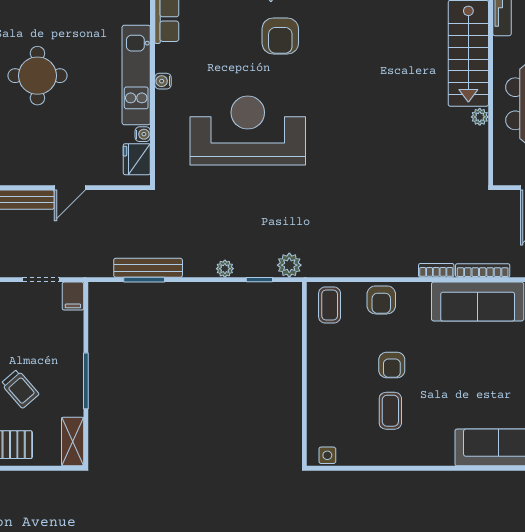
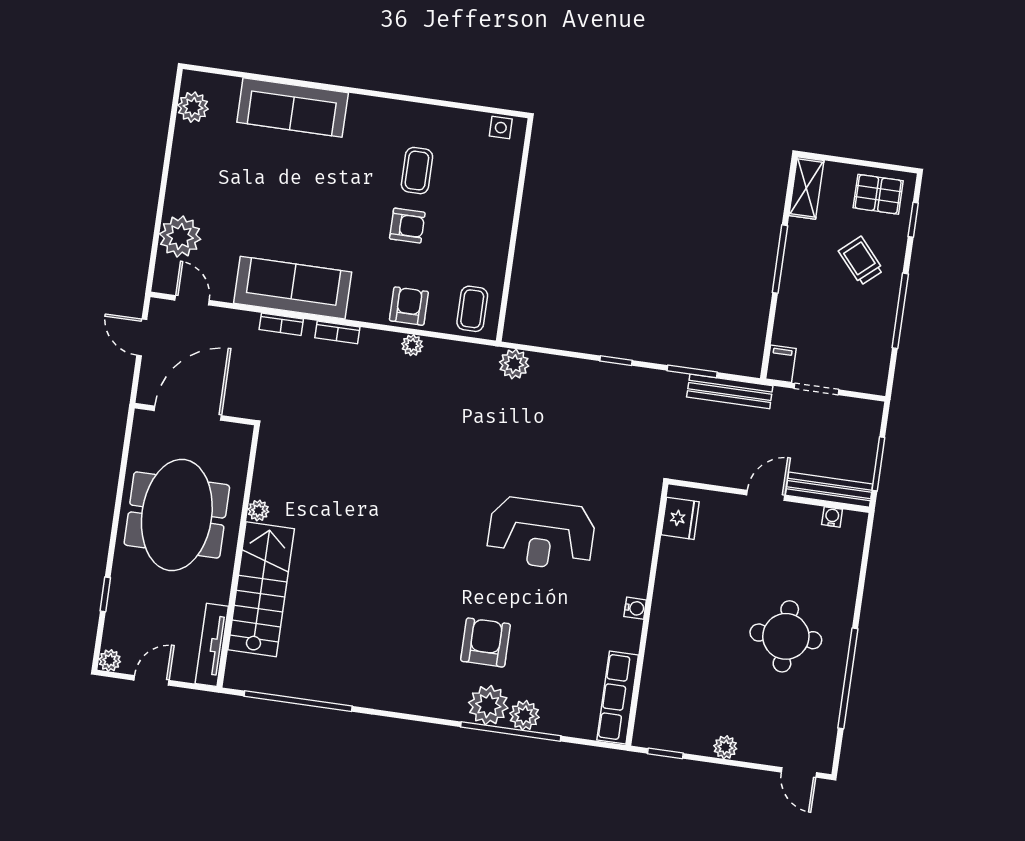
kitchen unit: (136, 75) -> (666, 620), removed
reception desk: (248, 131) -> (541, 534), width x0.74, depth x0.77
water cooler: (143, 134) -> (832, 517), moved, turned 90
bench: (148, 268) -> (730, 391), moved
plant: (225, 269) -> (412, 345), moved
bookcase: (483, 270) -> (281, 324), width x0.64
window: (259, 280) -> (616, 361), moved
armchair: (392, 365) -> (407, 226), turned 90

